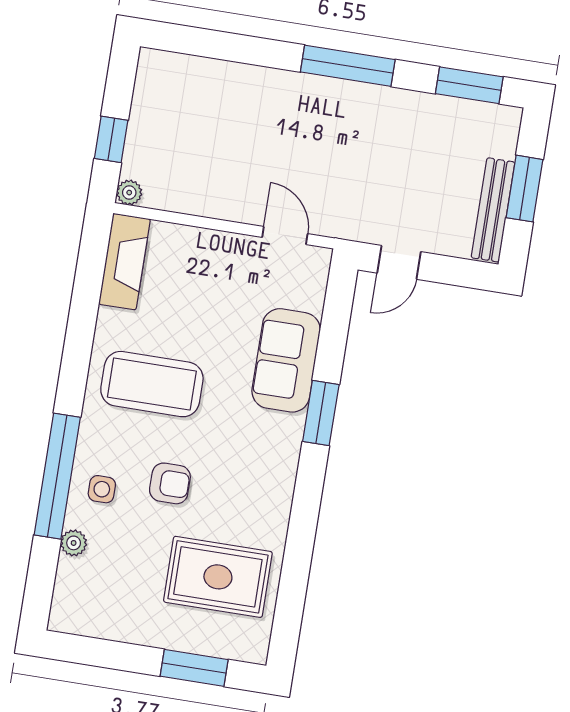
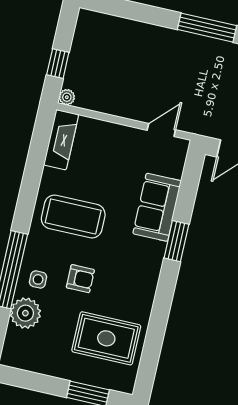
door: (285, 236) -> (161, 130), hinge flipped
plant: (74, 543) -> (25, 313), width x1.88, depth x1.88

